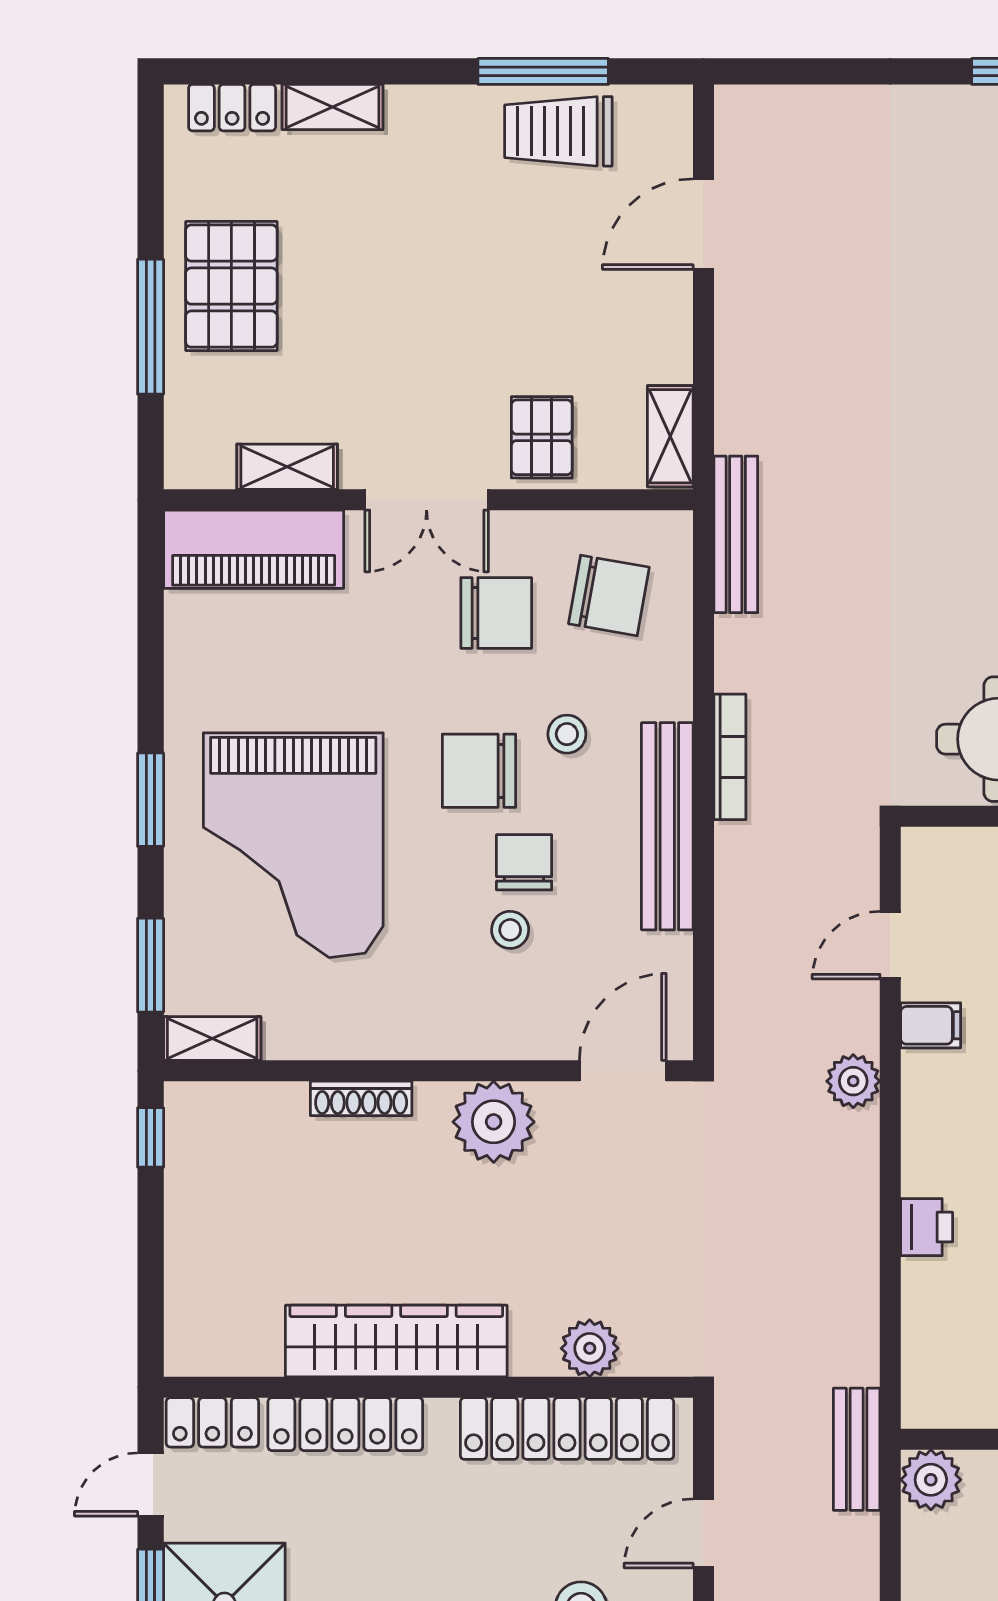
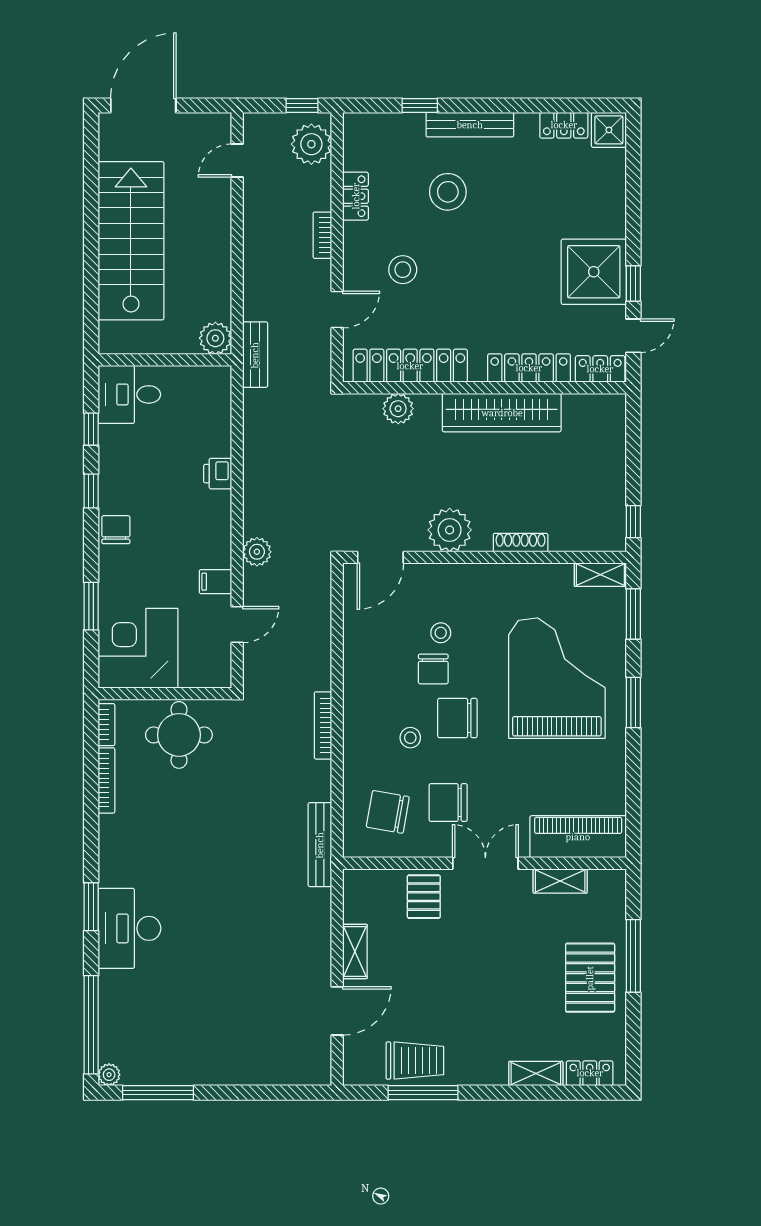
shelving: (670, 436) -> (355, 951), moved
chair: (479, 771) -> (457, 718), turned 180
bench: (667, 826) -> (357, 688), removed

